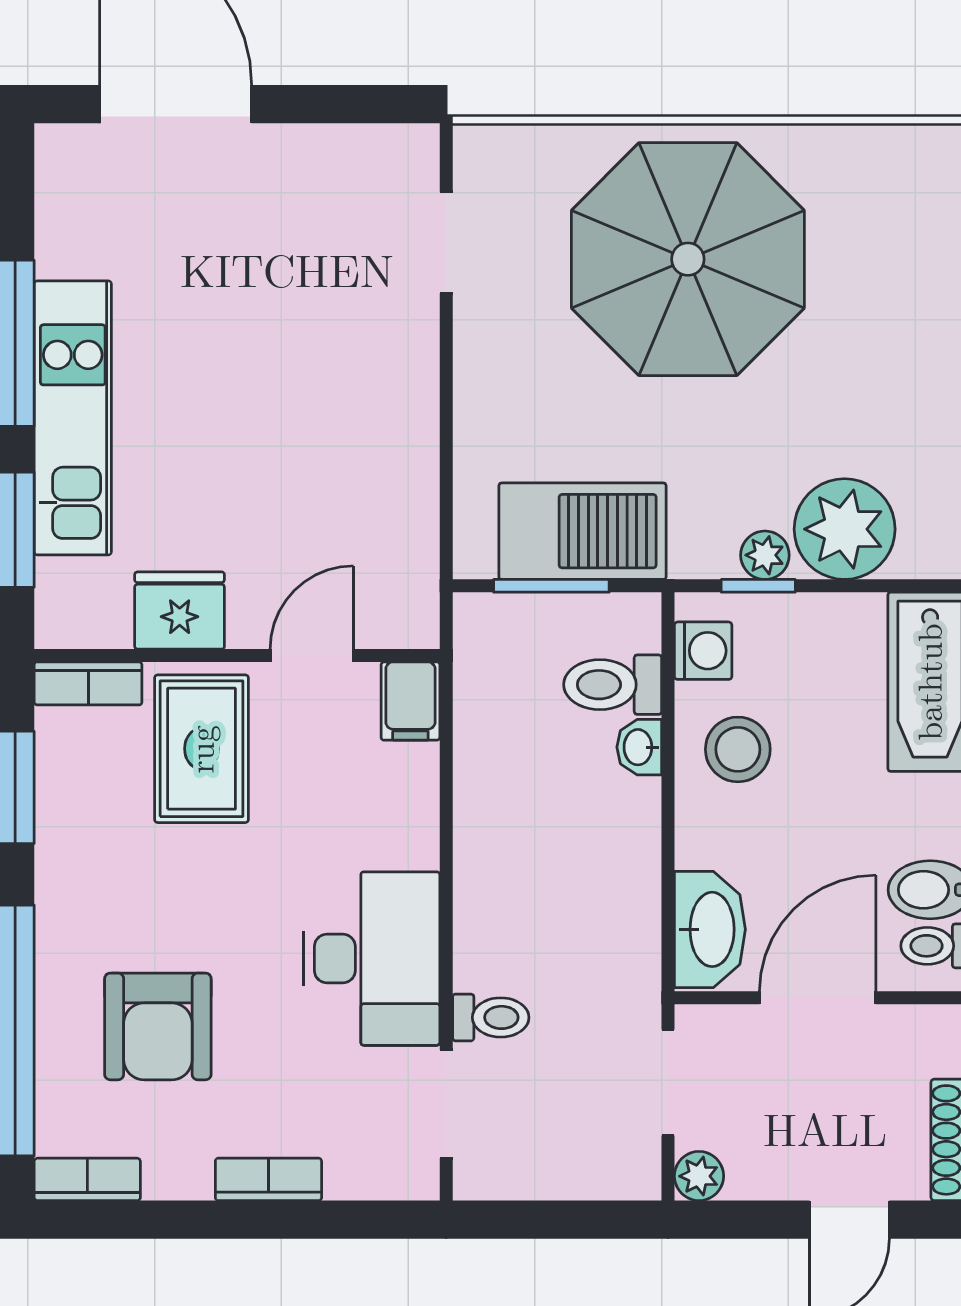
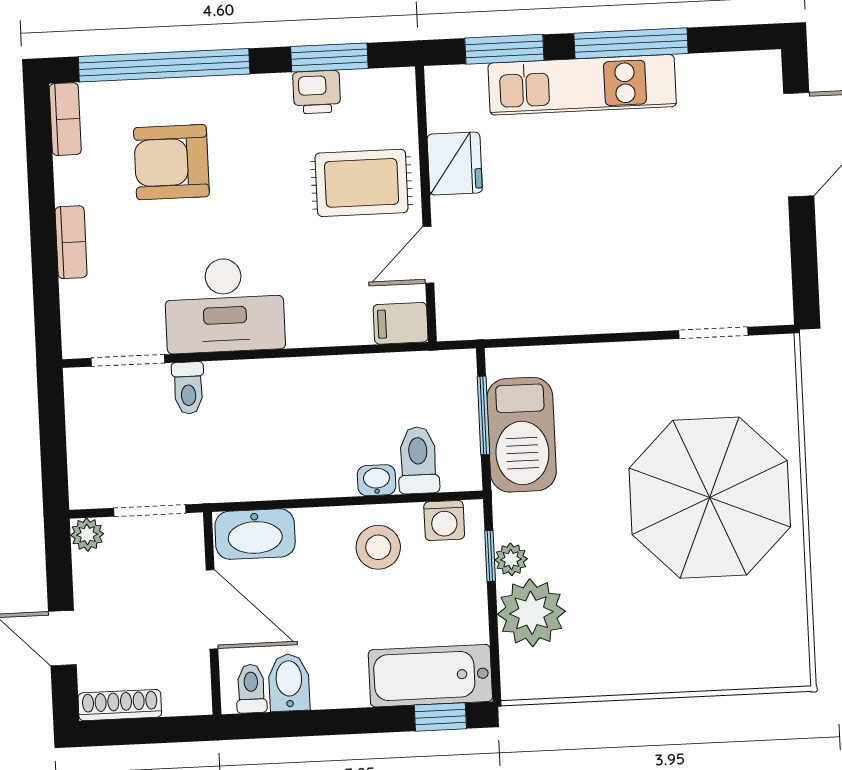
door: (312, 656) -> (428, 255), swing flipped
bookcase: (88, 683) -> (402, 104), removed
printer: (65, 808) -> (317, 92), added

